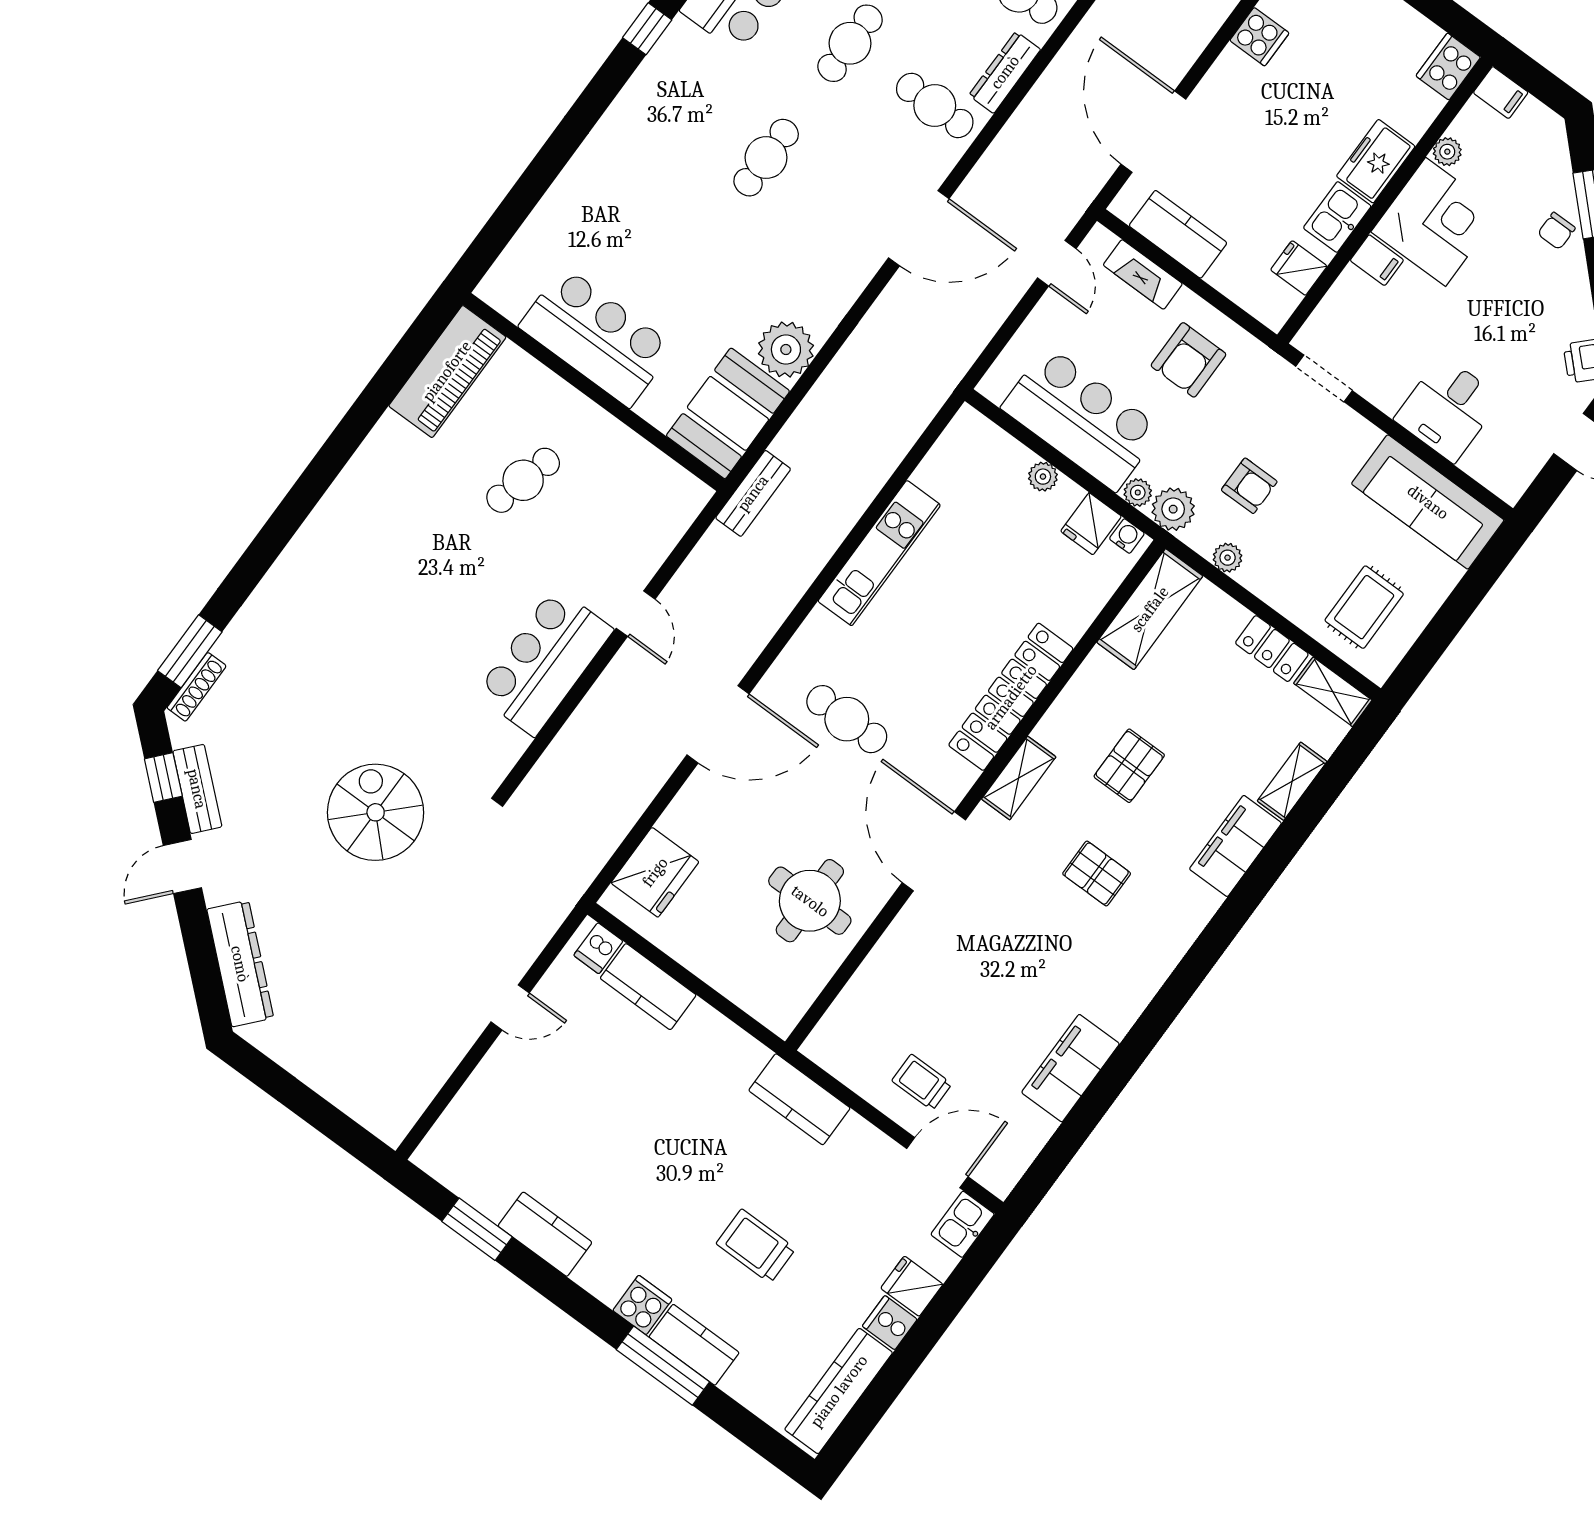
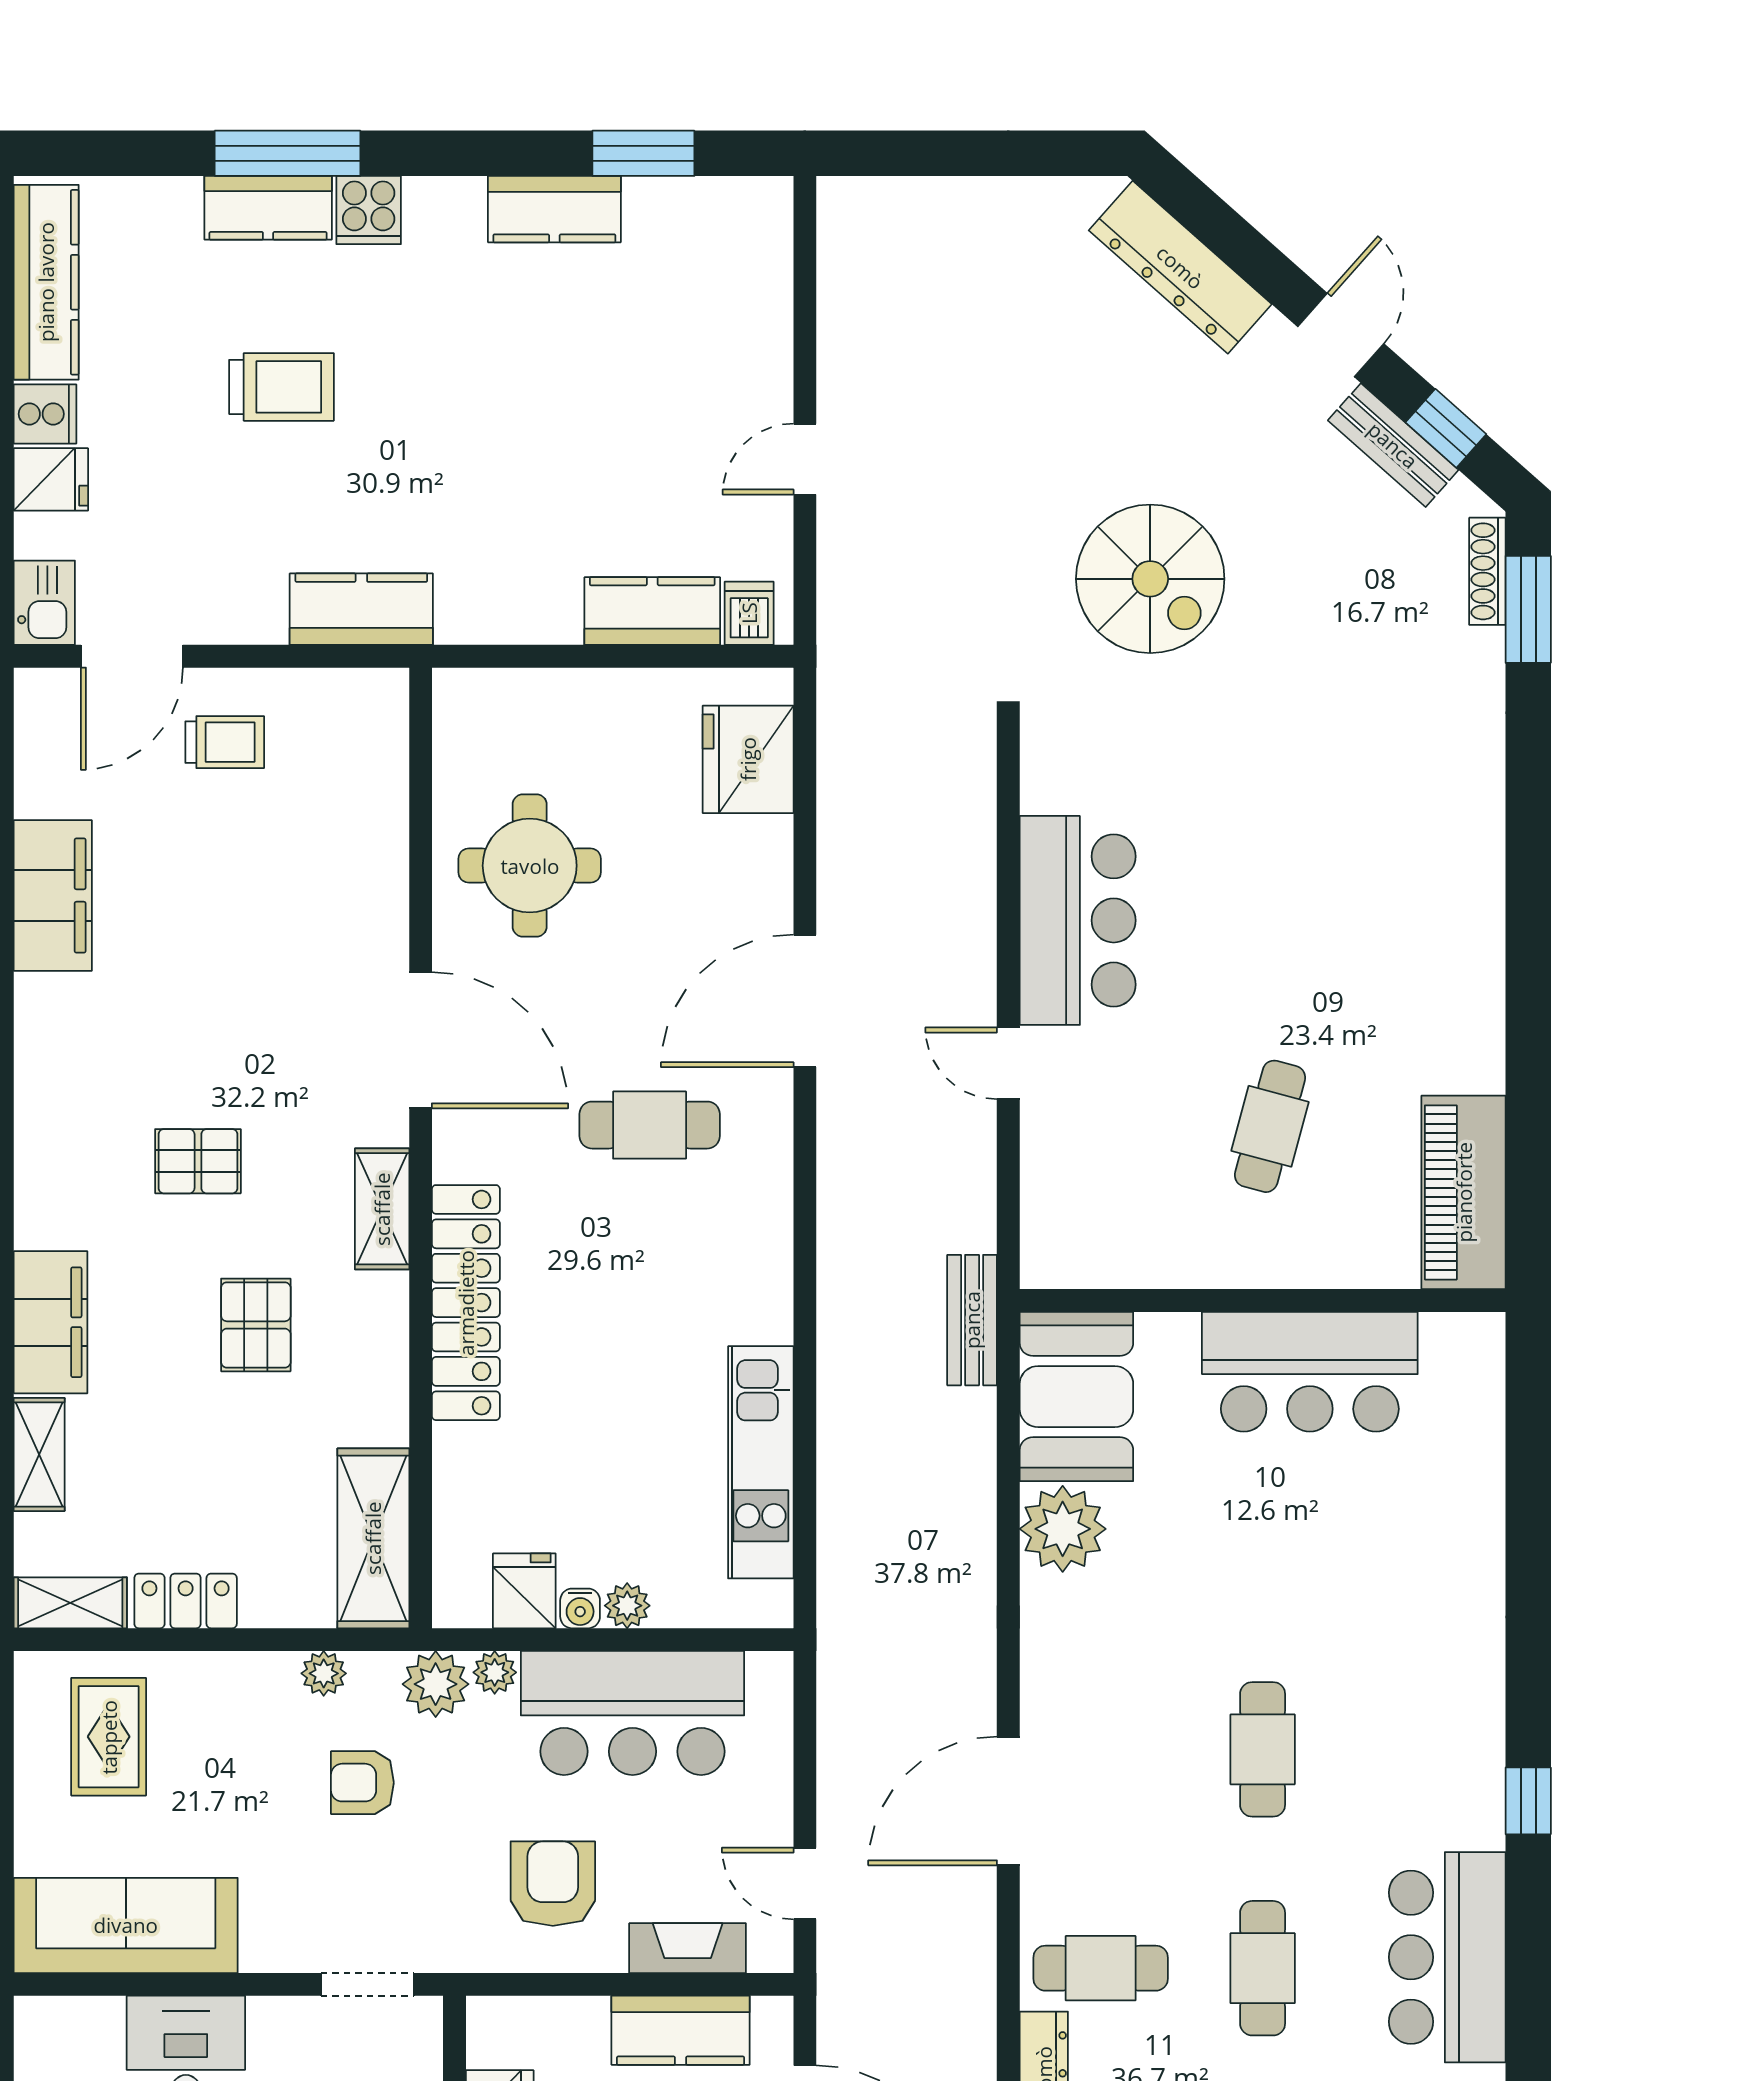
water cooler: (1127, 536) -> (580, 1608), moved
kitchen unit: (879, 553) -> (761, 1462), moved

